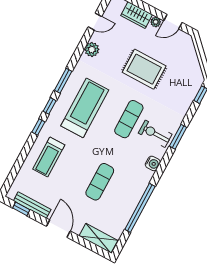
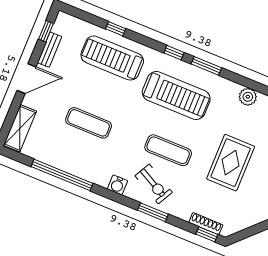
shoe rack: (192, 95) -> (206, 224), added
window: (38, 127) -> (116, 29), moved
exercise bike: (155, 134) -> (154, 184), turned 118
treadmill: (49, 157) -> (112, 58), width x1.37, depth x1.38
bench: (32, 205) -> (50, 50), width x0.73

